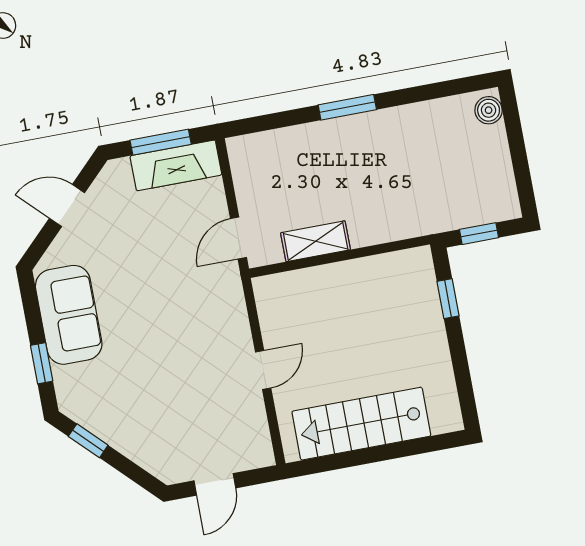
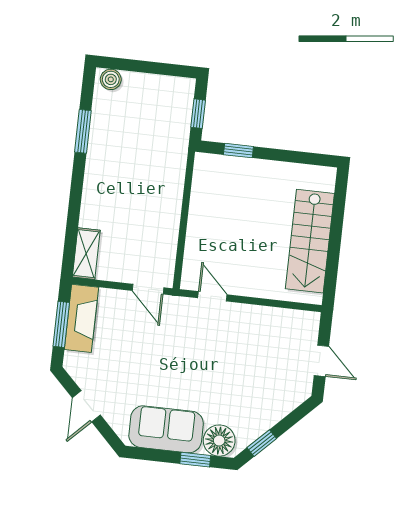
window: (347, 107) -> (83, 131), moved
shelving: (316, 241) -> (86, 254), moved
door: (263, 370) -> (212, 296), moved
floor lamp: (75, 386) -> (219, 441), added

